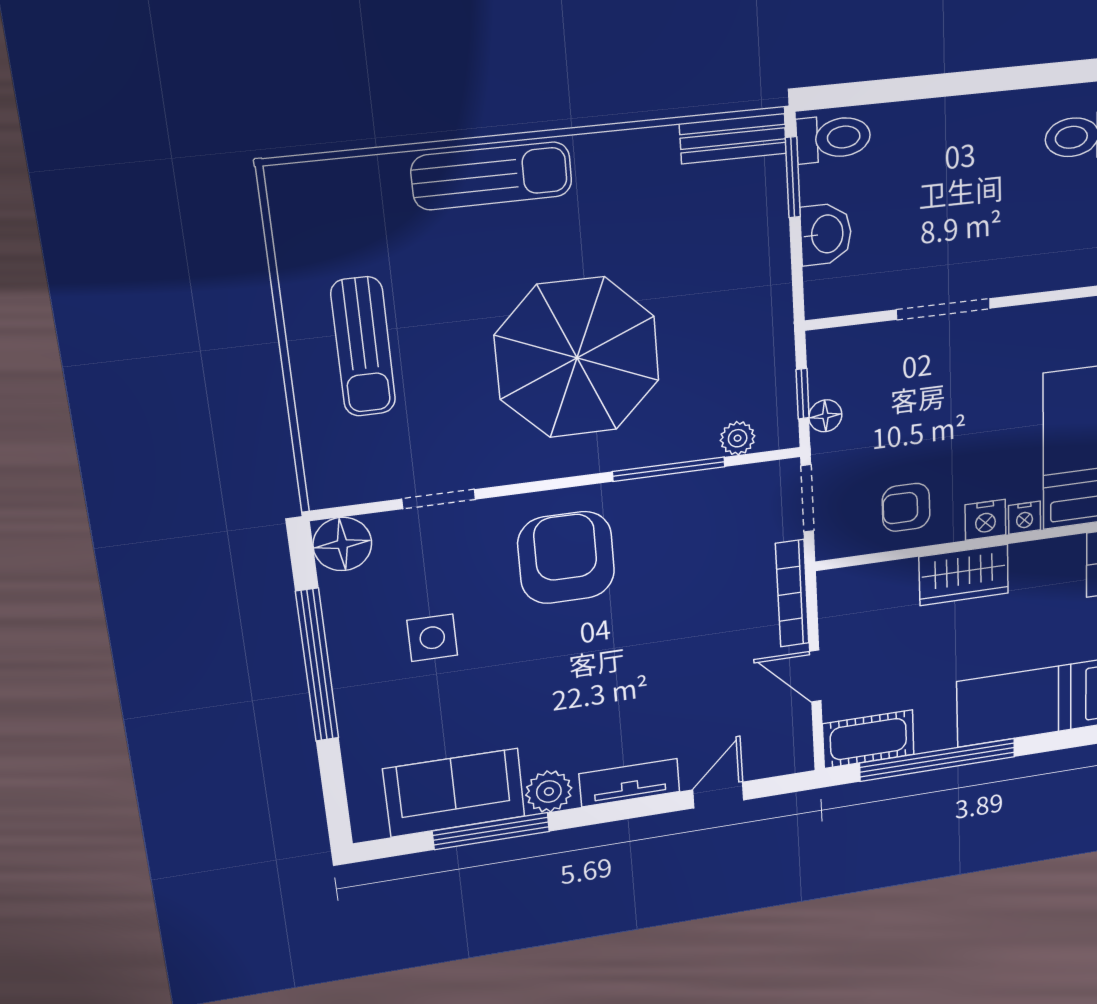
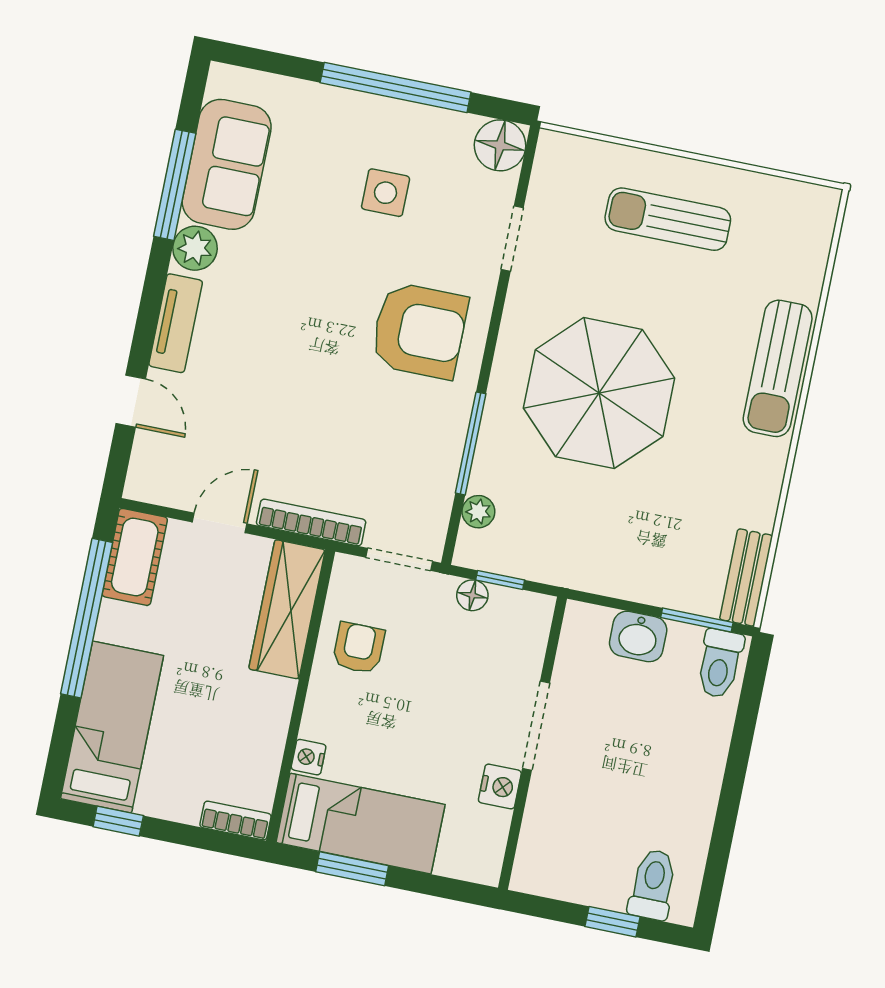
nightstand: (985, 520) -> (500, 786), moved, turned 180
wardrobe: (964, 575) -> (287, 609), moved, width x1.50

